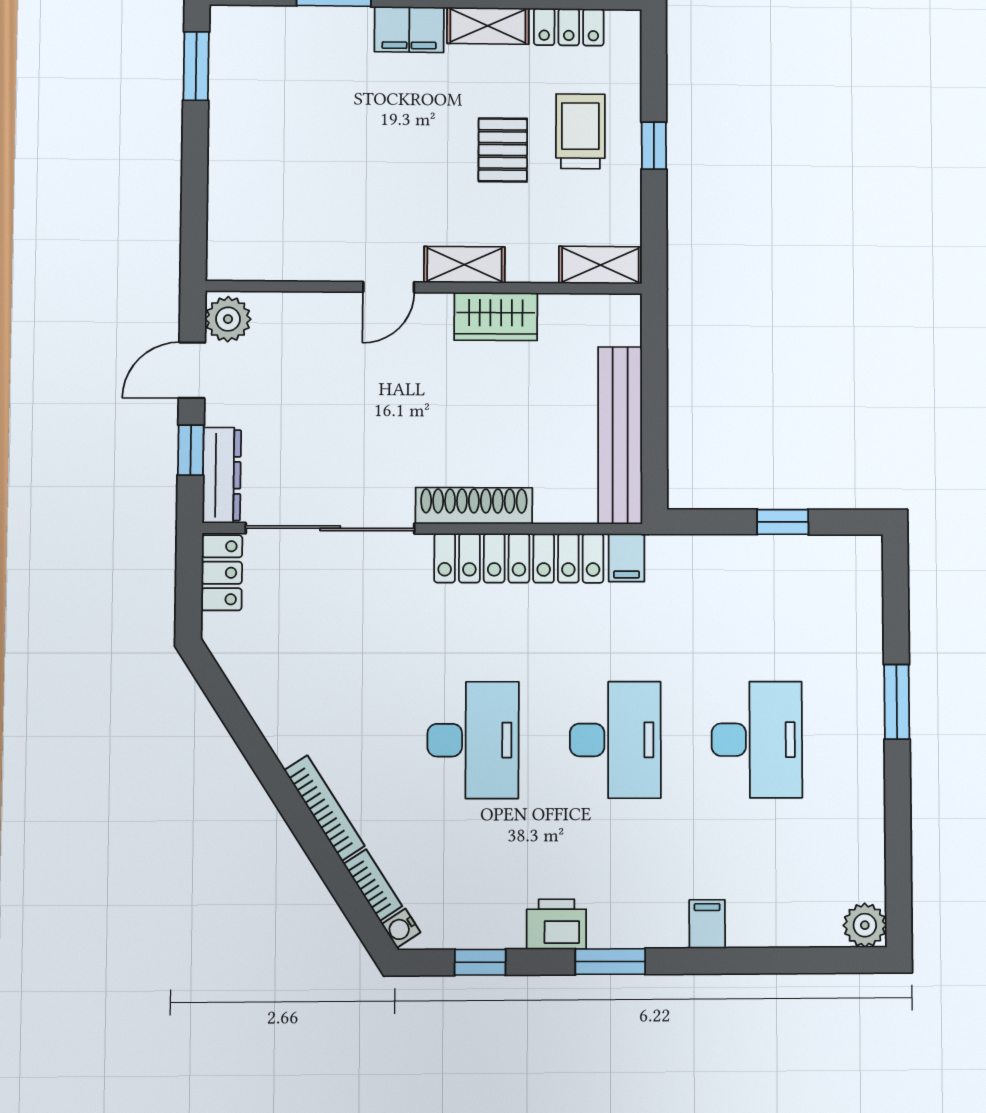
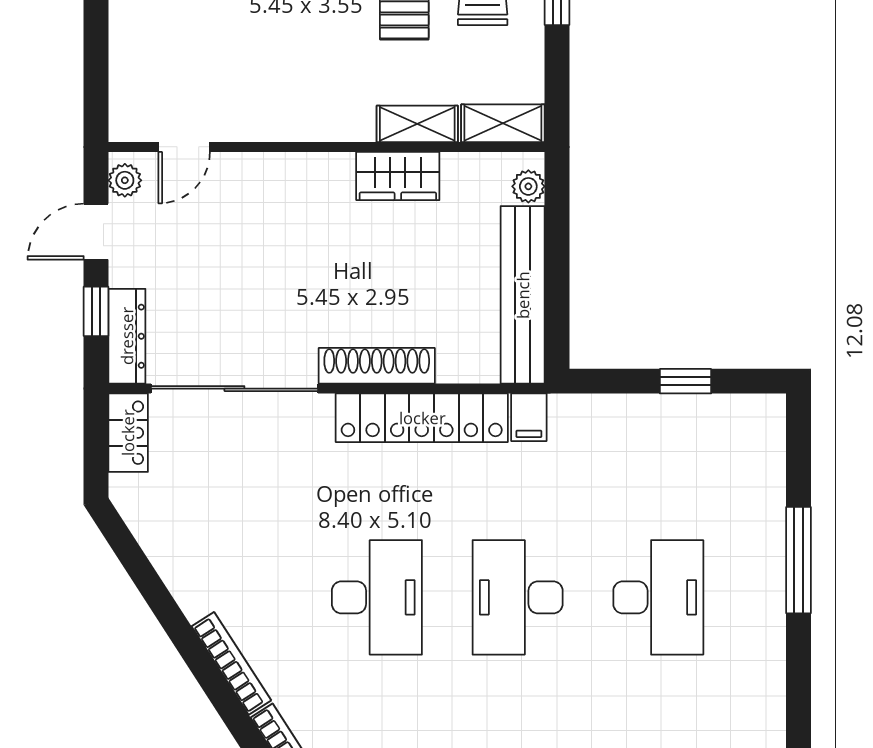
shelving: (464, 265) -> (417, 124), moved
door: (389, 287) -> (184, 147), moved
plant: (228, 319) -> (125, 180), width x0.73, depth x0.73
plant: (626, 328) -> (528, 186), added
window: (897, 702) -> (799, 560), width x1.44
desk: (615, 740) -> (518, 597), turned 180

